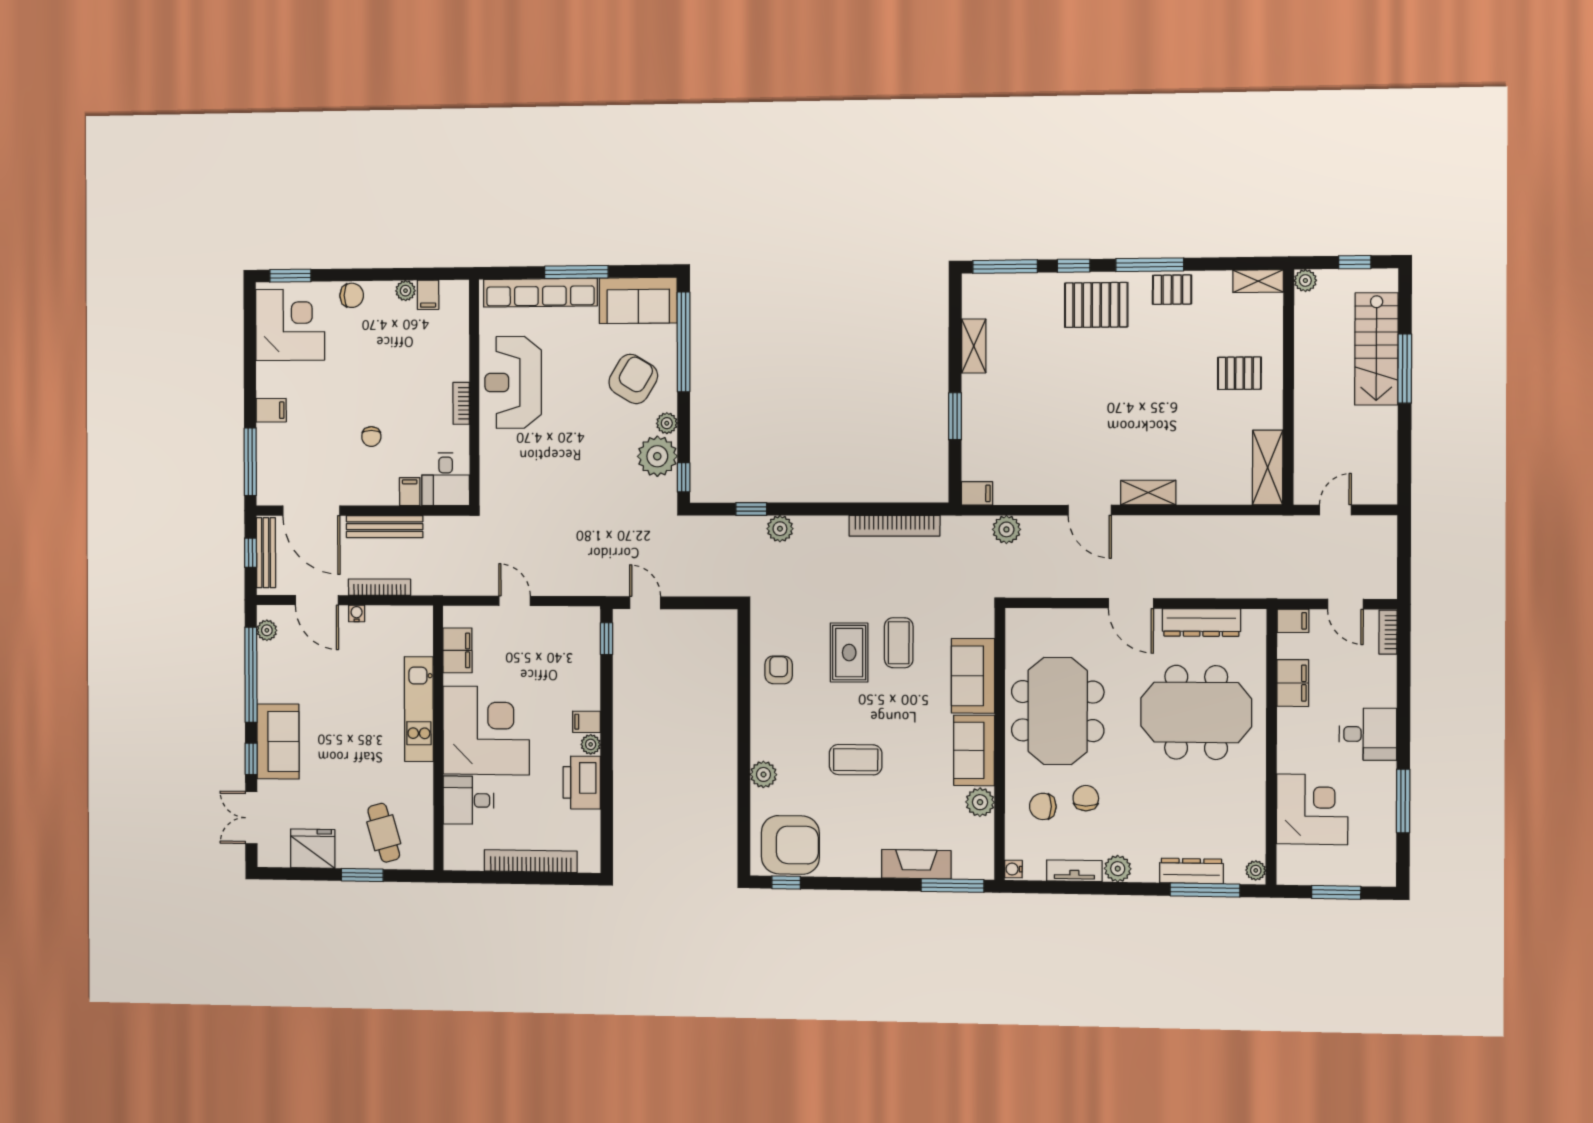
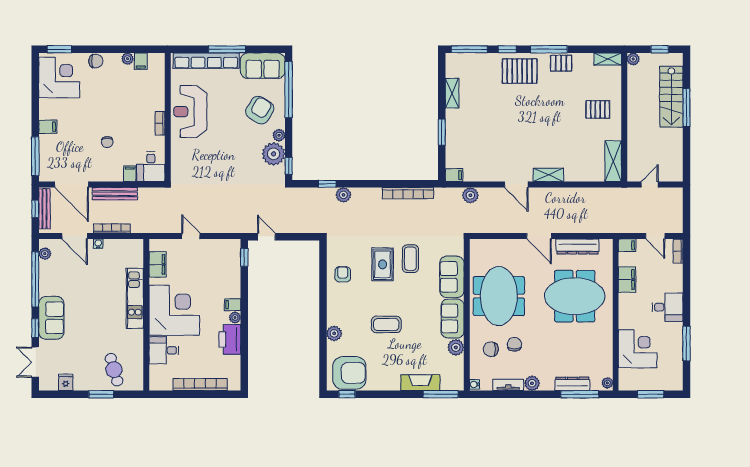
fridge: (313, 849) -> (66, 382), width x0.53, depth x0.75

